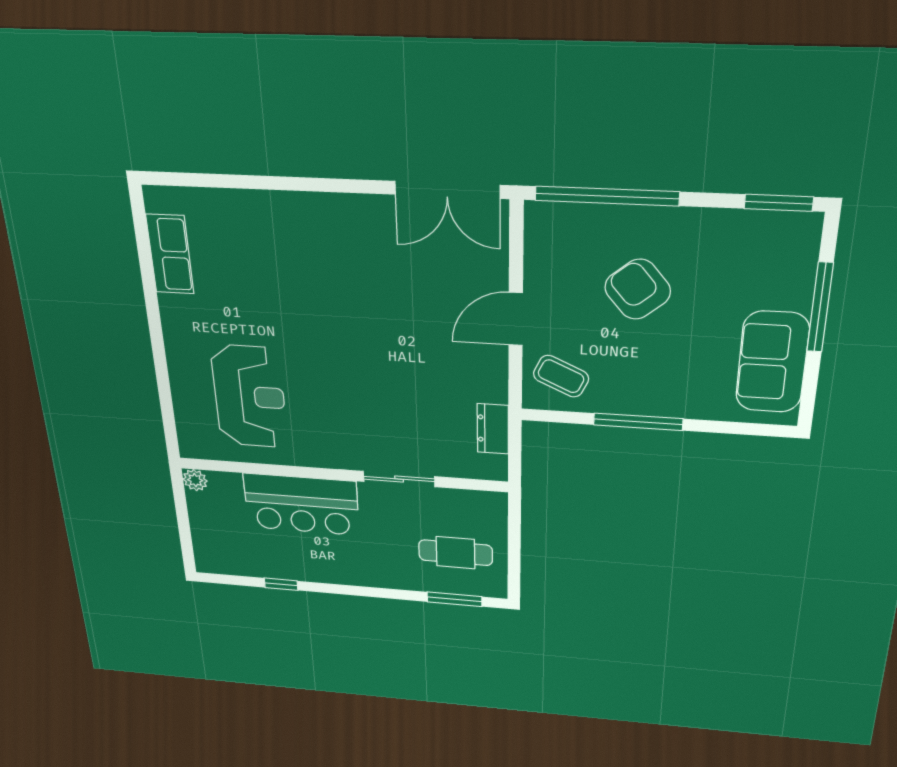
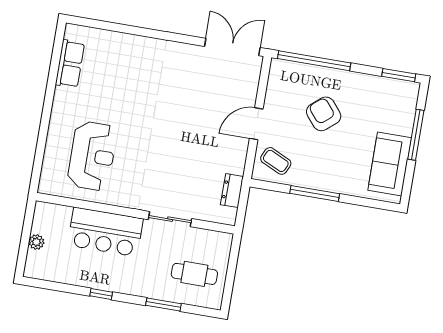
double door: (447, 190) -> (232, 47), swing flipped
plant: (195, 480) -> (36, 242), moved
window: (281, 584) -> (101, 294), moved
window: (454, 599) -> (163, 305), moved

